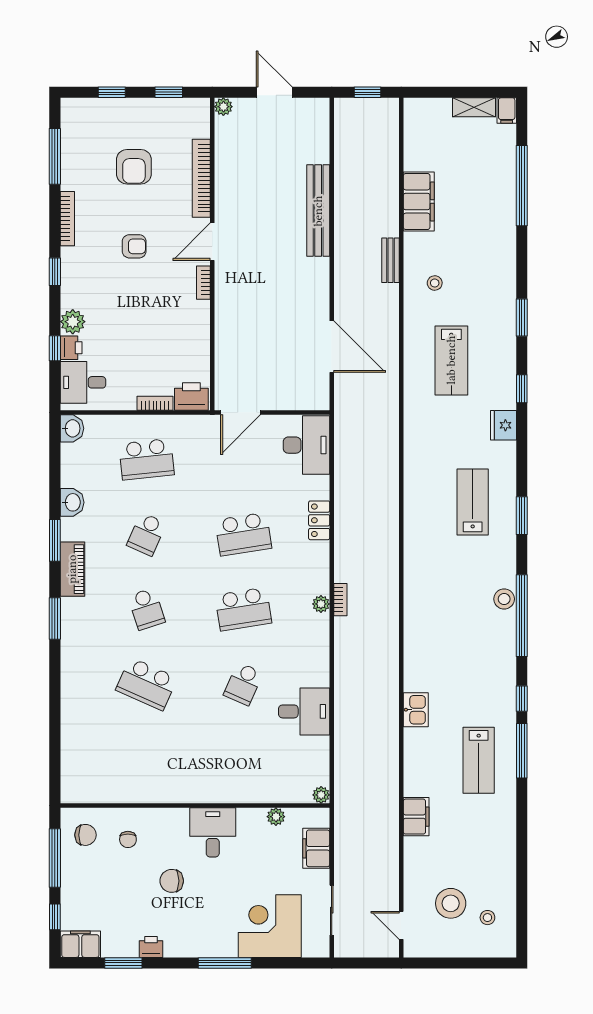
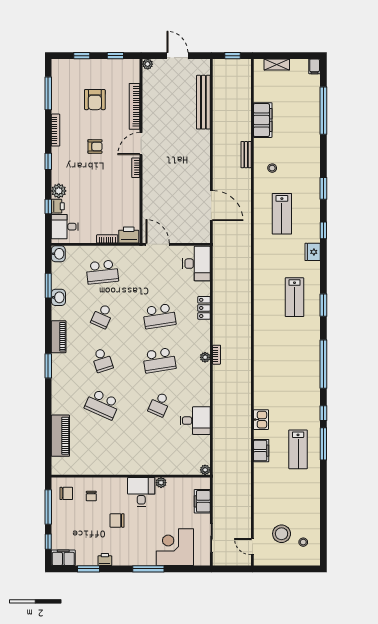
shelving: (474, 107) -> (277, 64), moved
bench: (318, 211) -> (203, 102), moved
door: (240, 413) -> (158, 244), swing flipped
lab bench: (473, 502) -> (294, 297), turned 180
window: (55, 540) -> (48, 286), moved
stool: (504, 599) -> (313, 354), removed
piano: (76, 737) -> (60, 436), added
plant: (276, 817) -> (161, 483), moved
filing cabinet: (416, 817) -> (261, 451), moved

